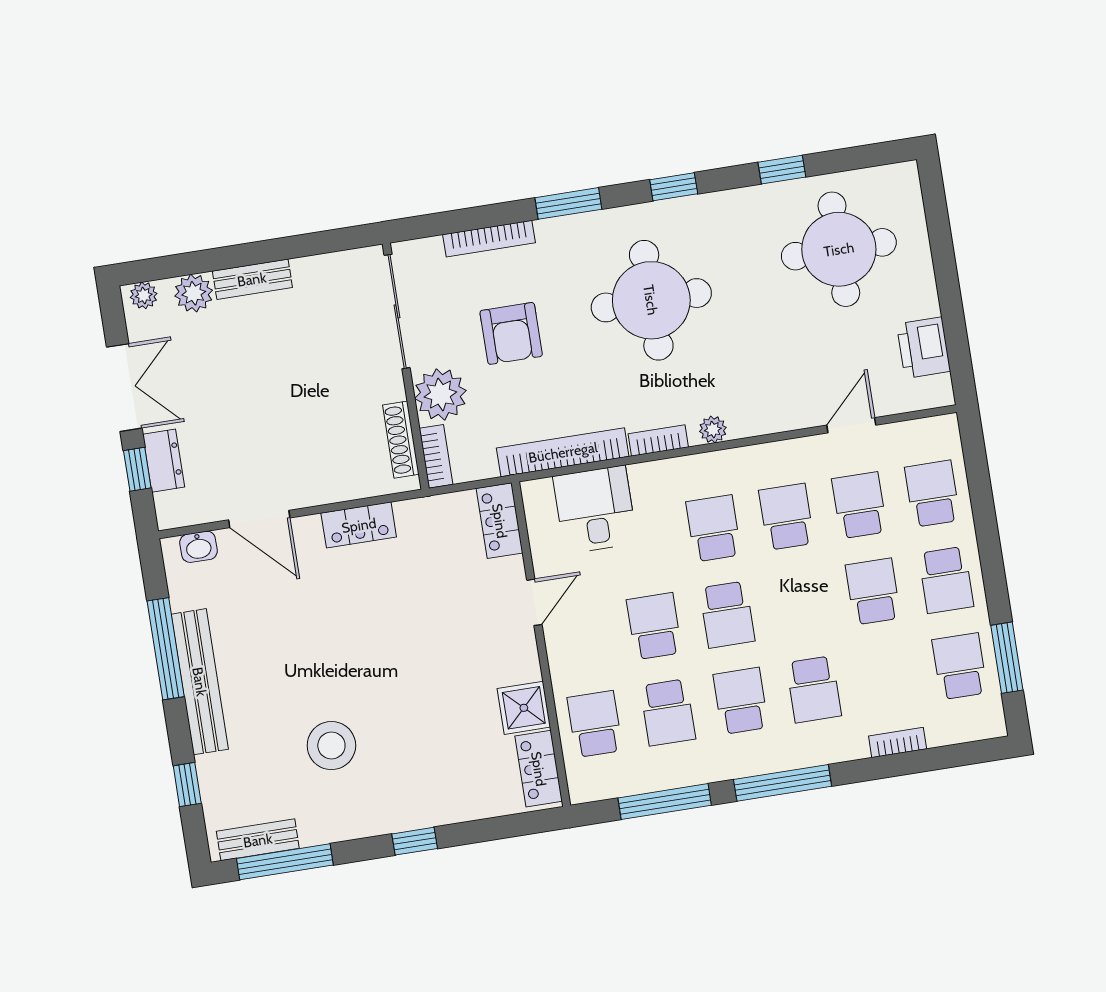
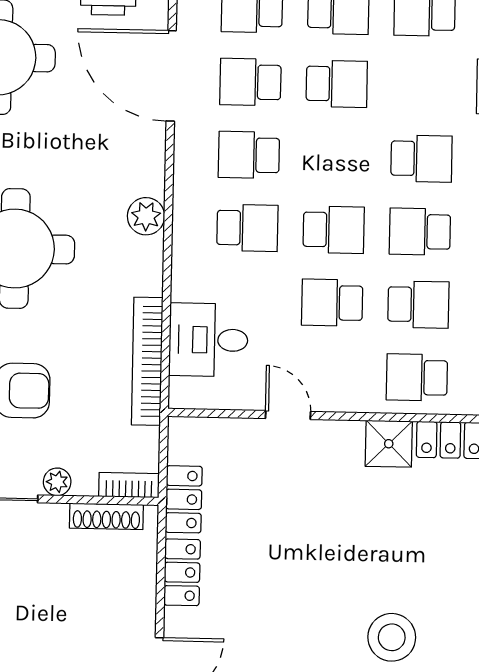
plant: (440, 394) -> (57, 482), width x0.53, depth x0.53
door: (851, 425) -> (171, 76), width x1.88
plant: (713, 430) -> (146, 216), width x1.38, depth x1.38
bookcase: (658, 440) -> (152, 266), removed
locker: (500, 521) -> (184, 499), moved, turned -90
school desk: (713, 528) -> (247, 228), turned 180
school desk: (873, 591) -> (337, 84), turned 180

